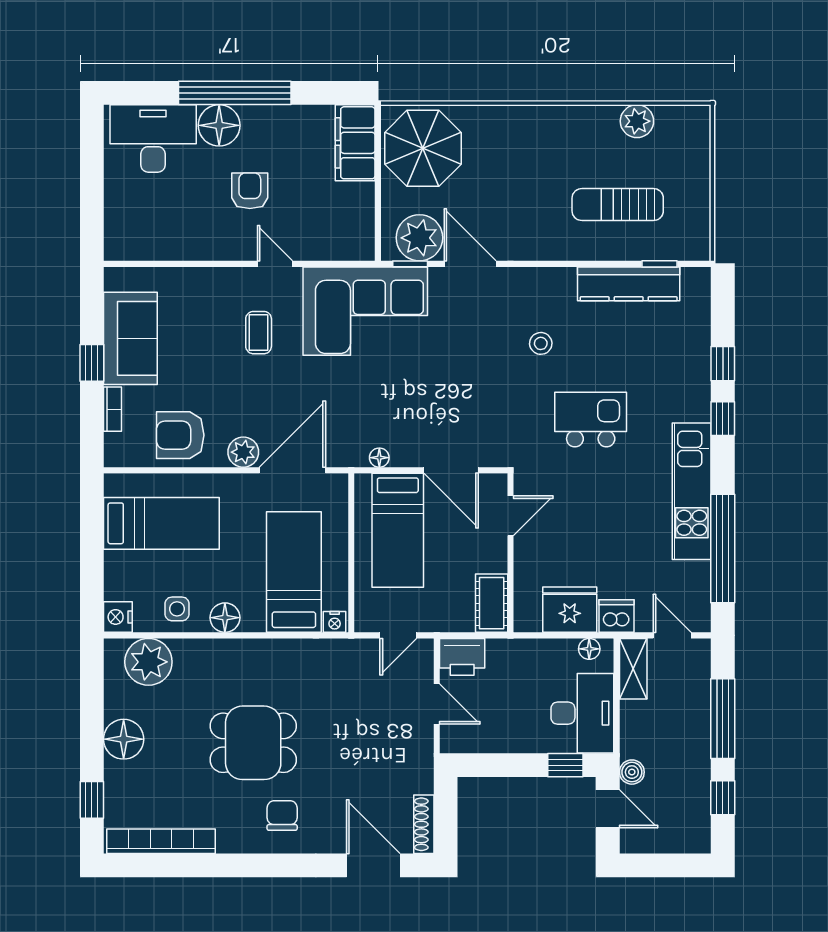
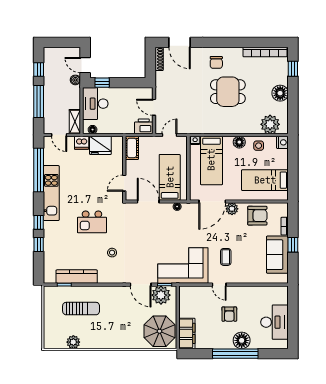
desk: (153, 138) -> (275, 322), moved, turned -90

